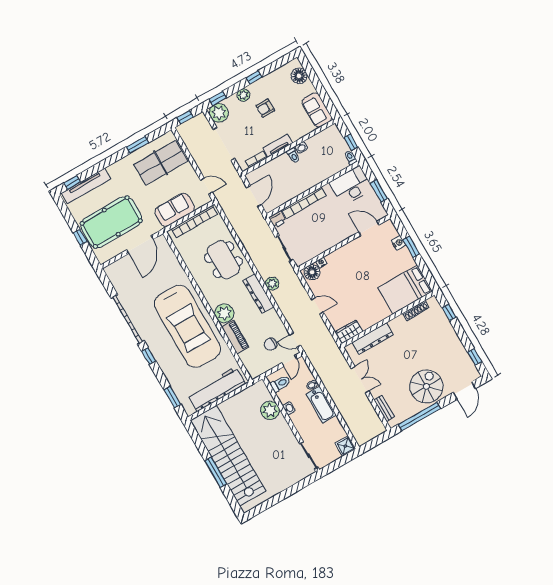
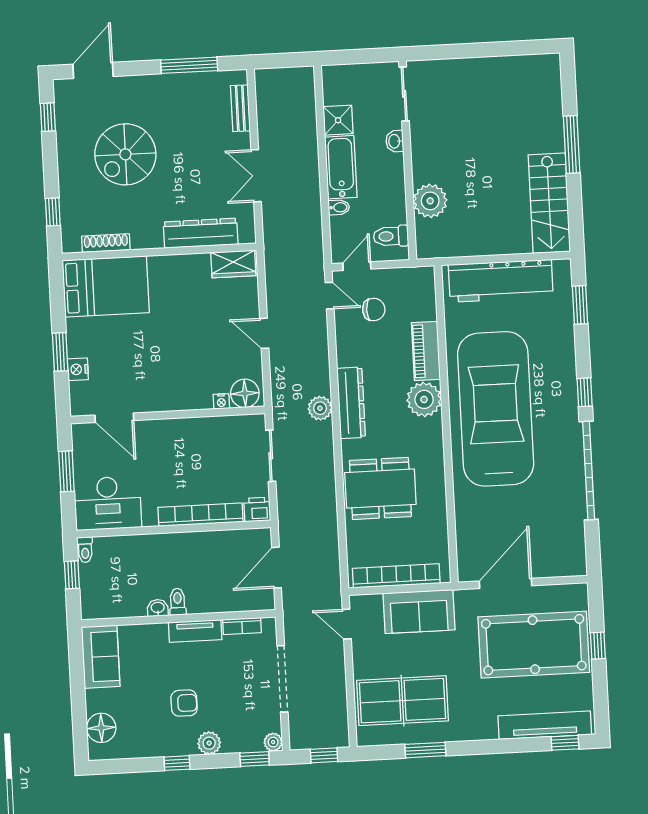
plant: (219, 113) -> (273, 742), width x0.53, depth x0.53
dining table: (223, 260) -> (380, 488), turned 90
spiral stairs: (426, 386) -> (125, 154), moved
washbasin: (289, 408) -> (395, 141), moved
window: (419, 416) -> (189, 65), width x0.68
shower: (345, 446) -> (338, 120), moved
stairs: (228, 456) -> (549, 203), width x0.54, depth x0.66

